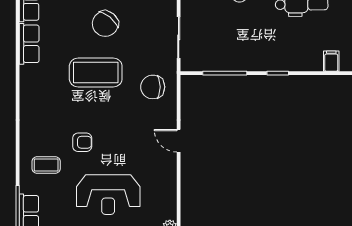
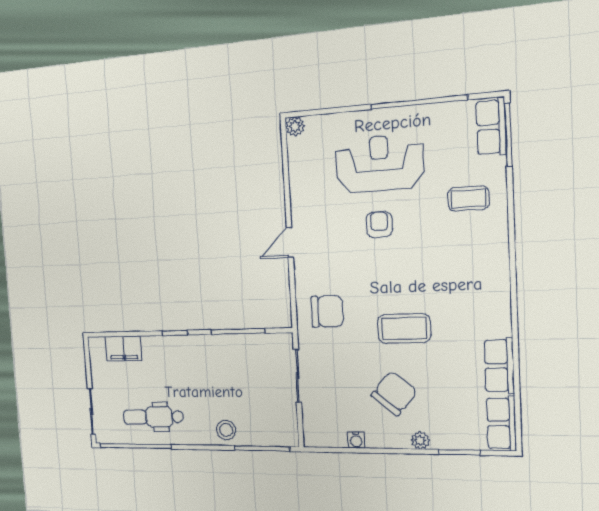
filing cabinet: (331, 61) -> (124, 349), width x2.00
coffee table: (96, 73) -> (404, 328), width x0.73, depth x0.76
door: (179, 141) -> (290, 242), swing flipped
armchair: (82, 142) -> (379, 225), moved, turned 90

